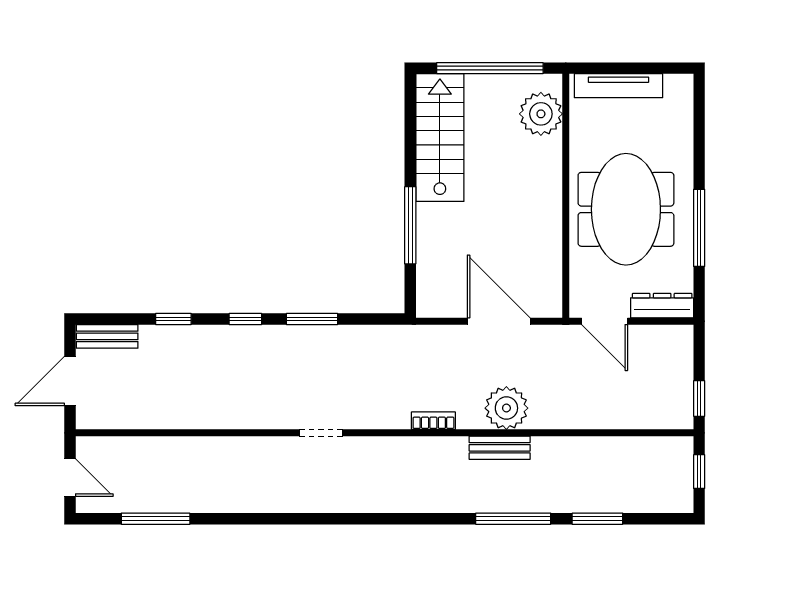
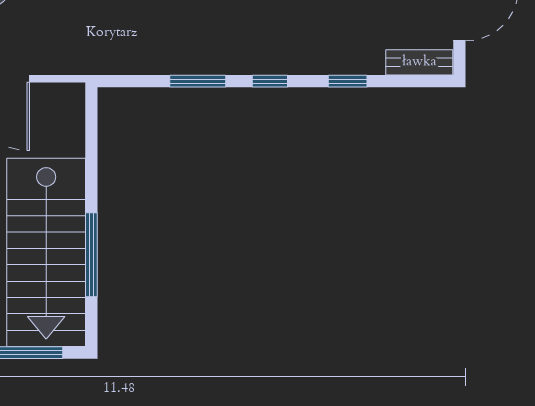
stairs: (440, 138) -> (46, 252), width x1.36, depth x1.51
window: (410, 225) -> (91, 255), moved

